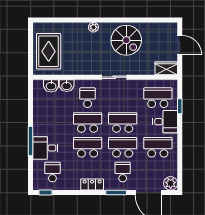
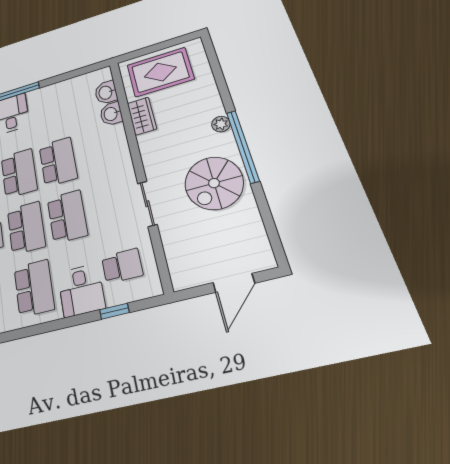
window: (110, 20) -> (243, 146), added
wardrobe: (166, 68) -> (142, 116), moved
sliding door: (114, 77) -> (147, 204), moved
school desk: (88, 98) -> (98, 150), removed
school desk: (158, 98) -> (122, 266), width x0.54

